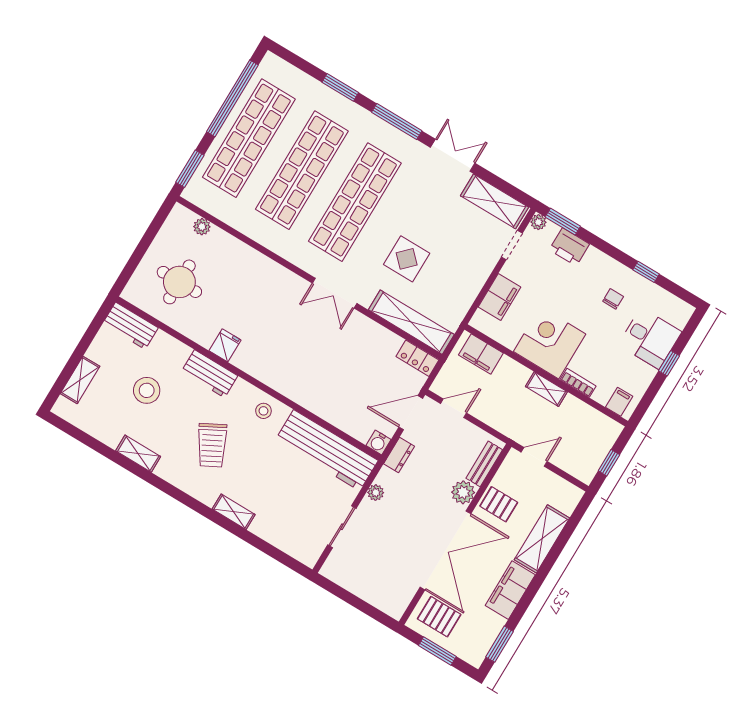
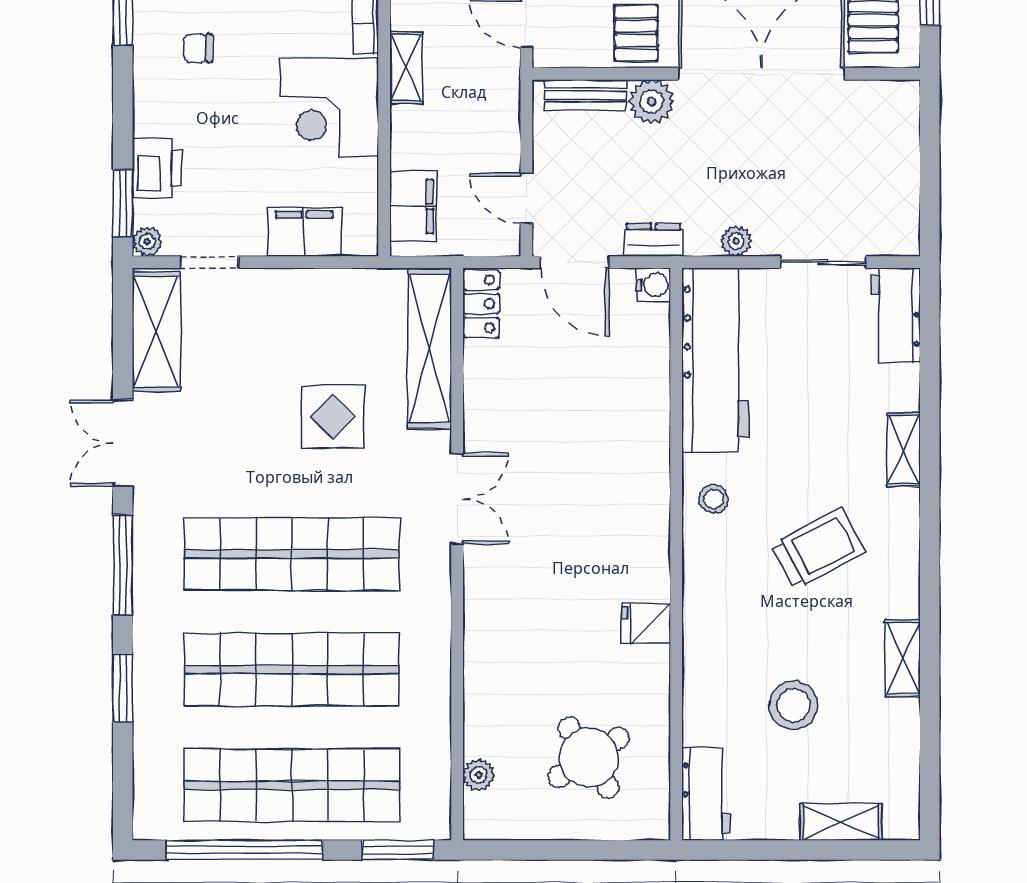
round table: (179, 282) -> (589, 758), turned -33
workbench: (210, 374) -> (896, 315), moved, turned 180

